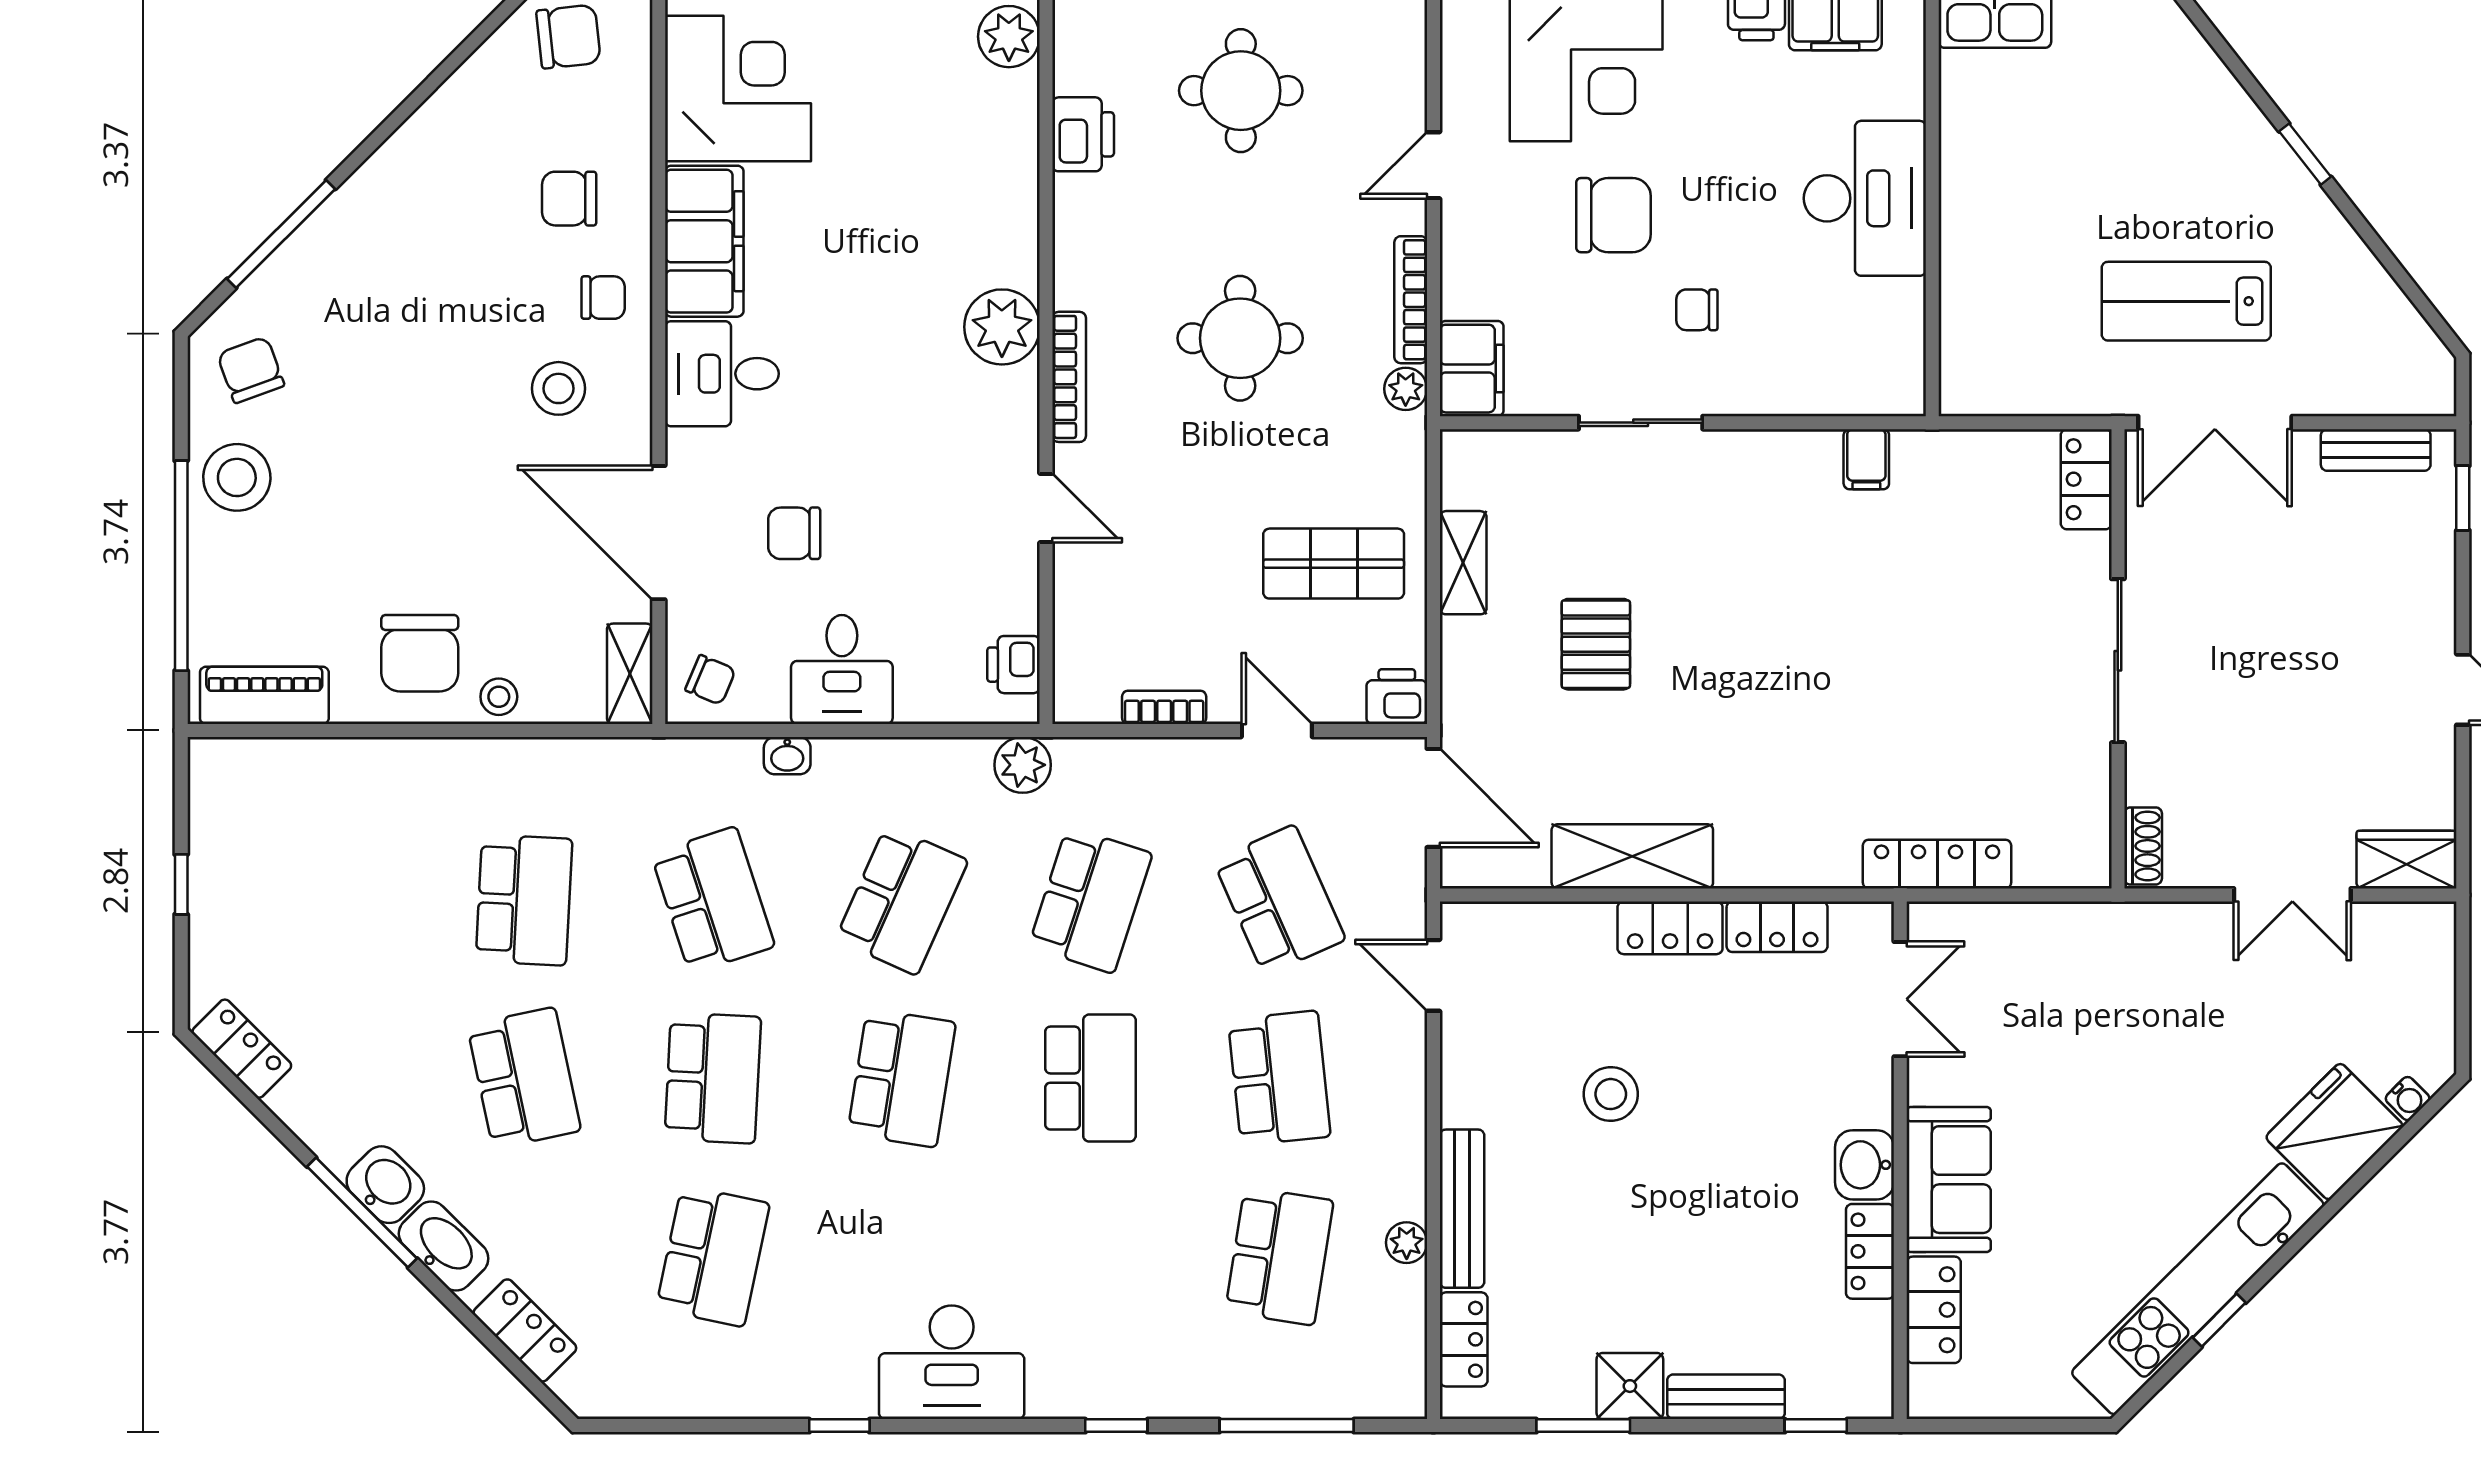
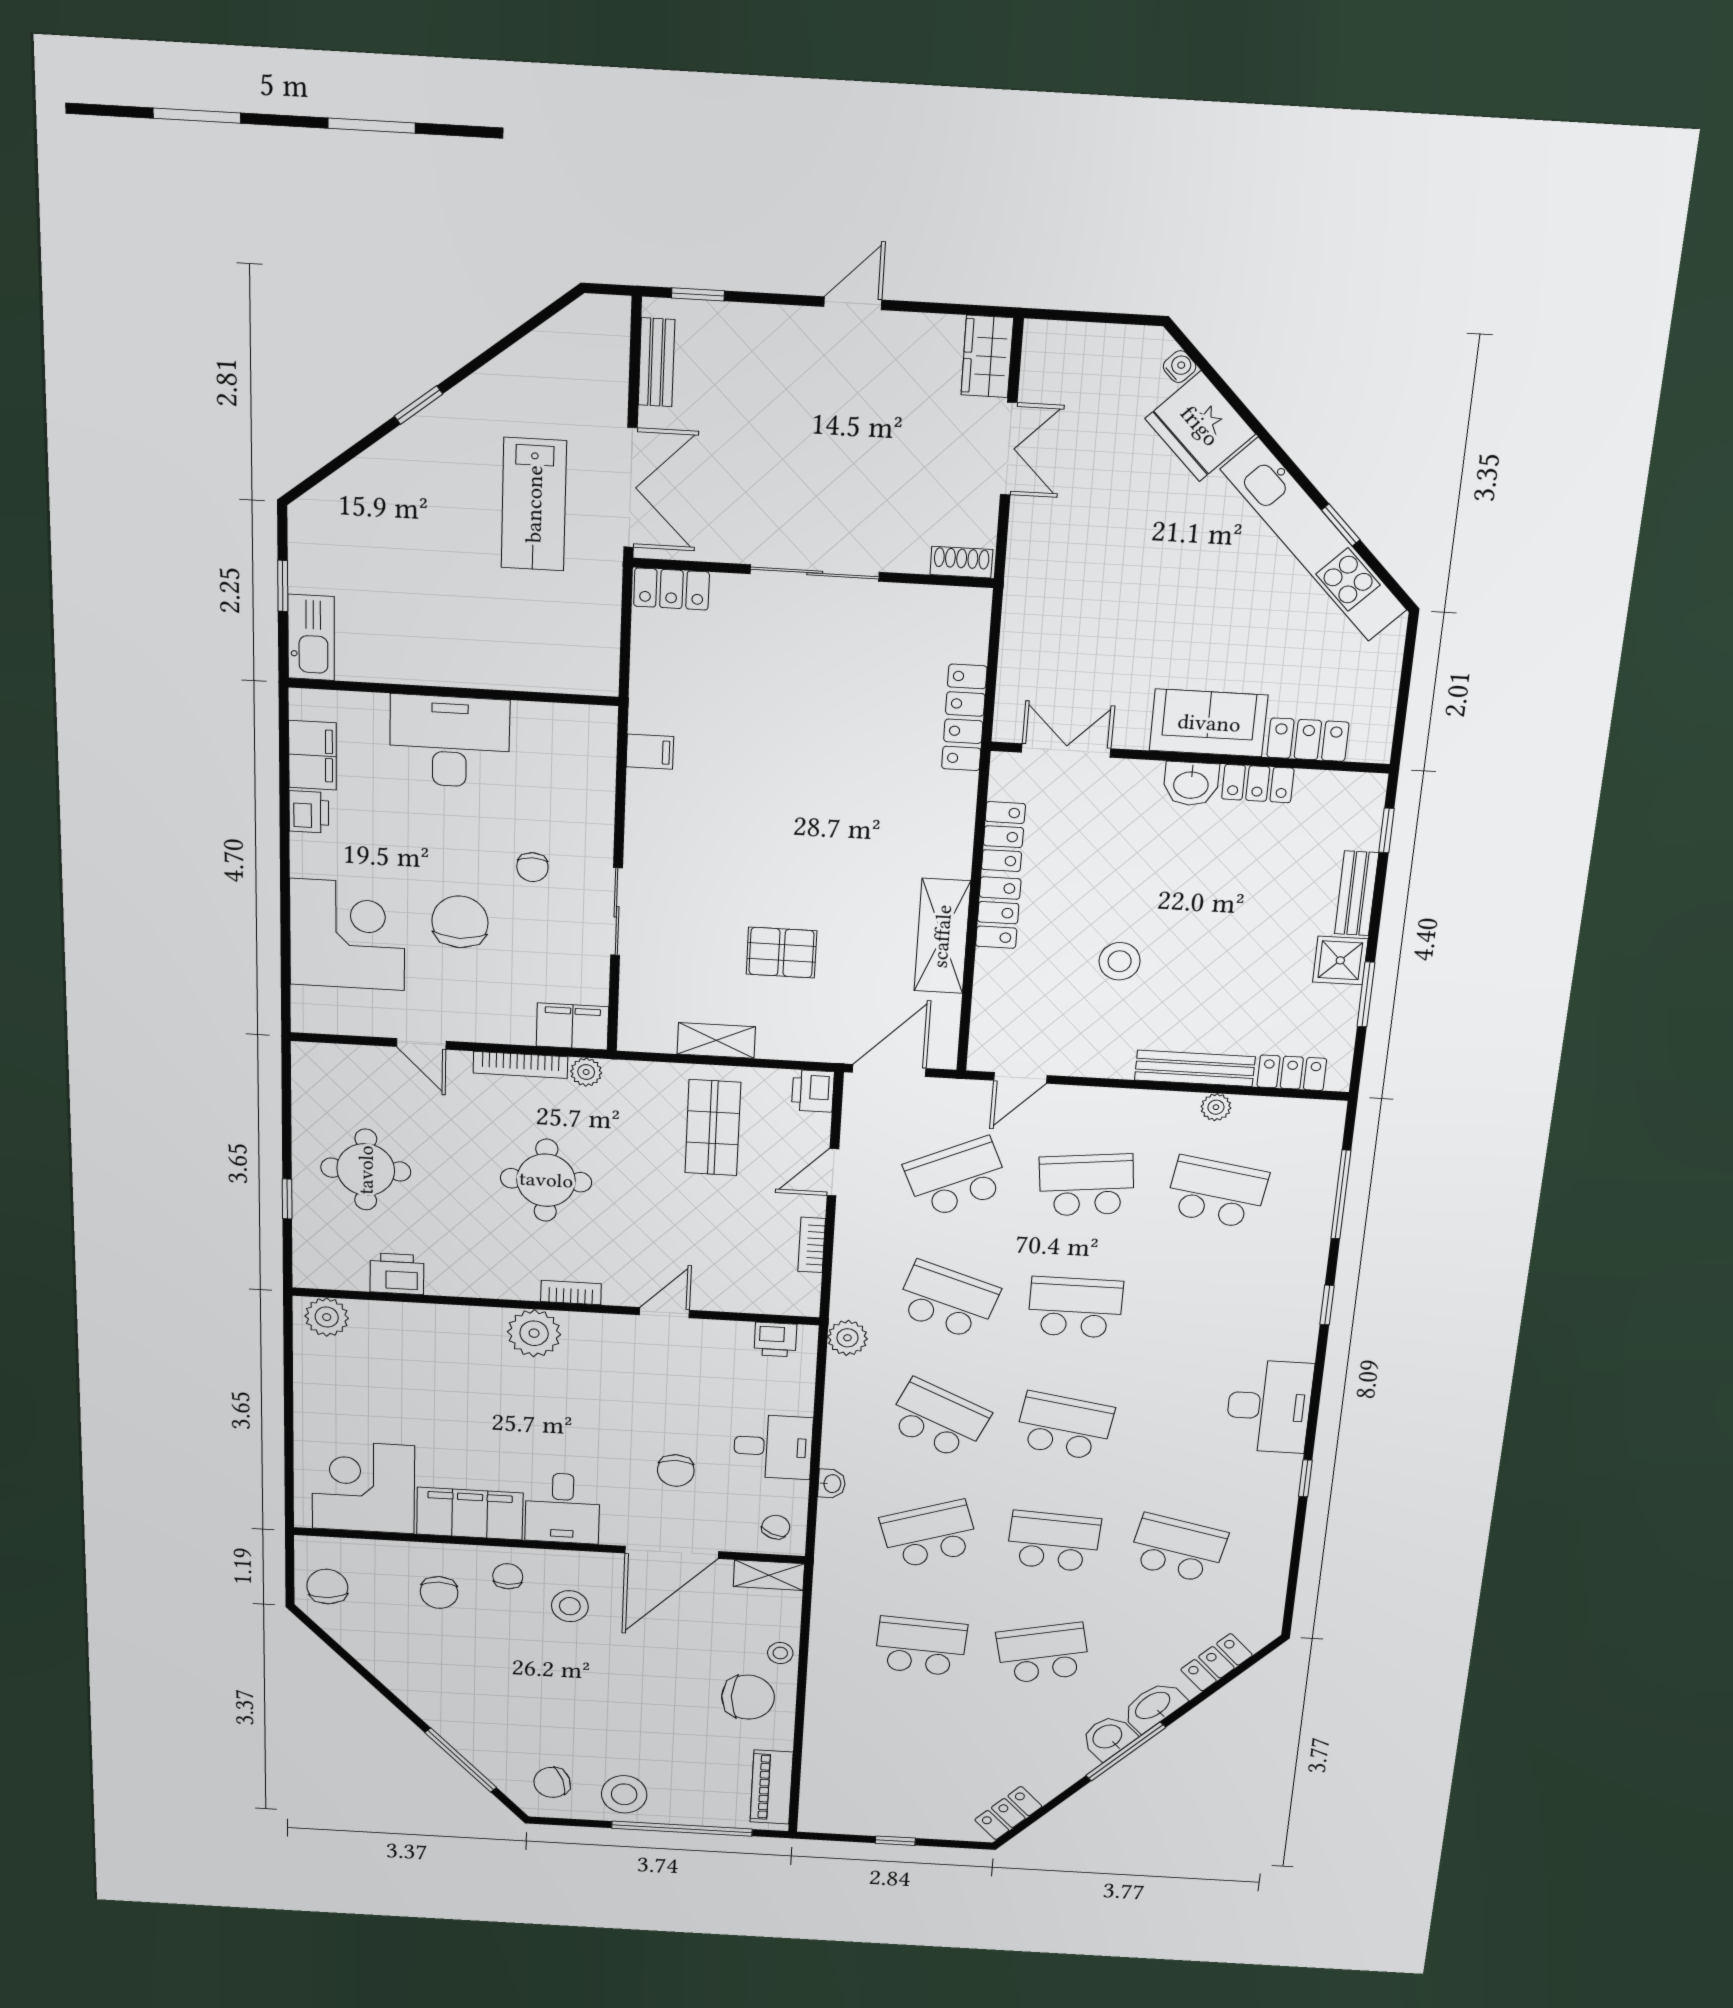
bookcase: (1069, 377) -> (571, 1293), width x0.64

